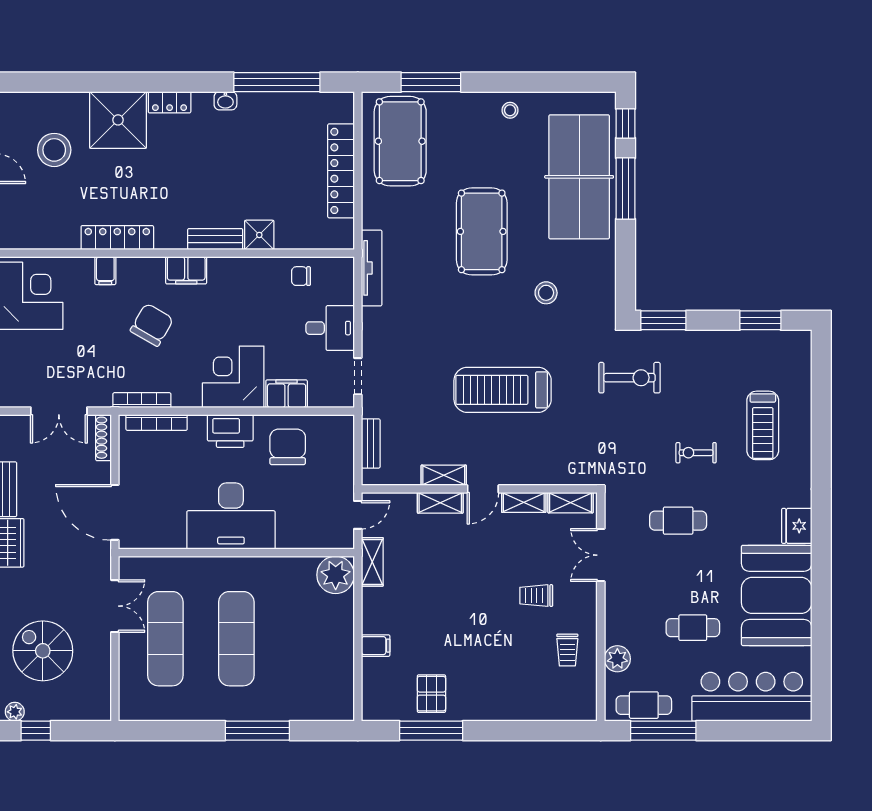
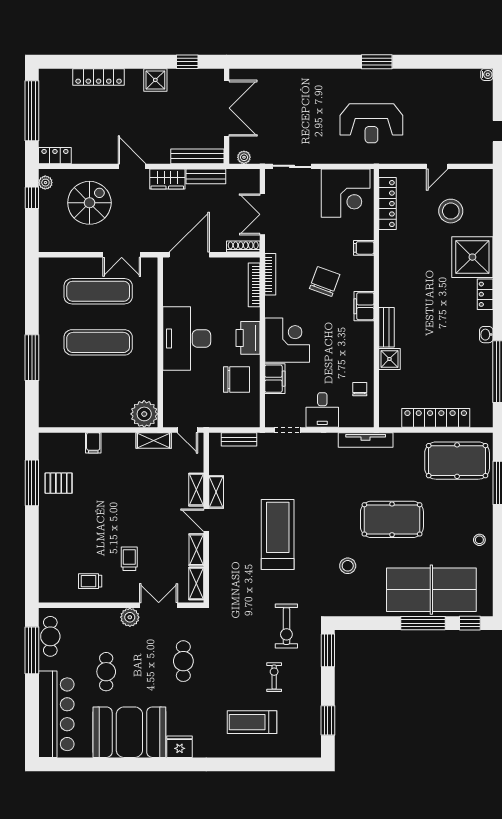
locker: (117, 238) -> (388, 204), moved
chair: (152, 325) -> (325, 281), turned -100
exercise bike: (696, 453) -> (274, 677), moved
plant: (617, 659) -> (130, 617), moved

